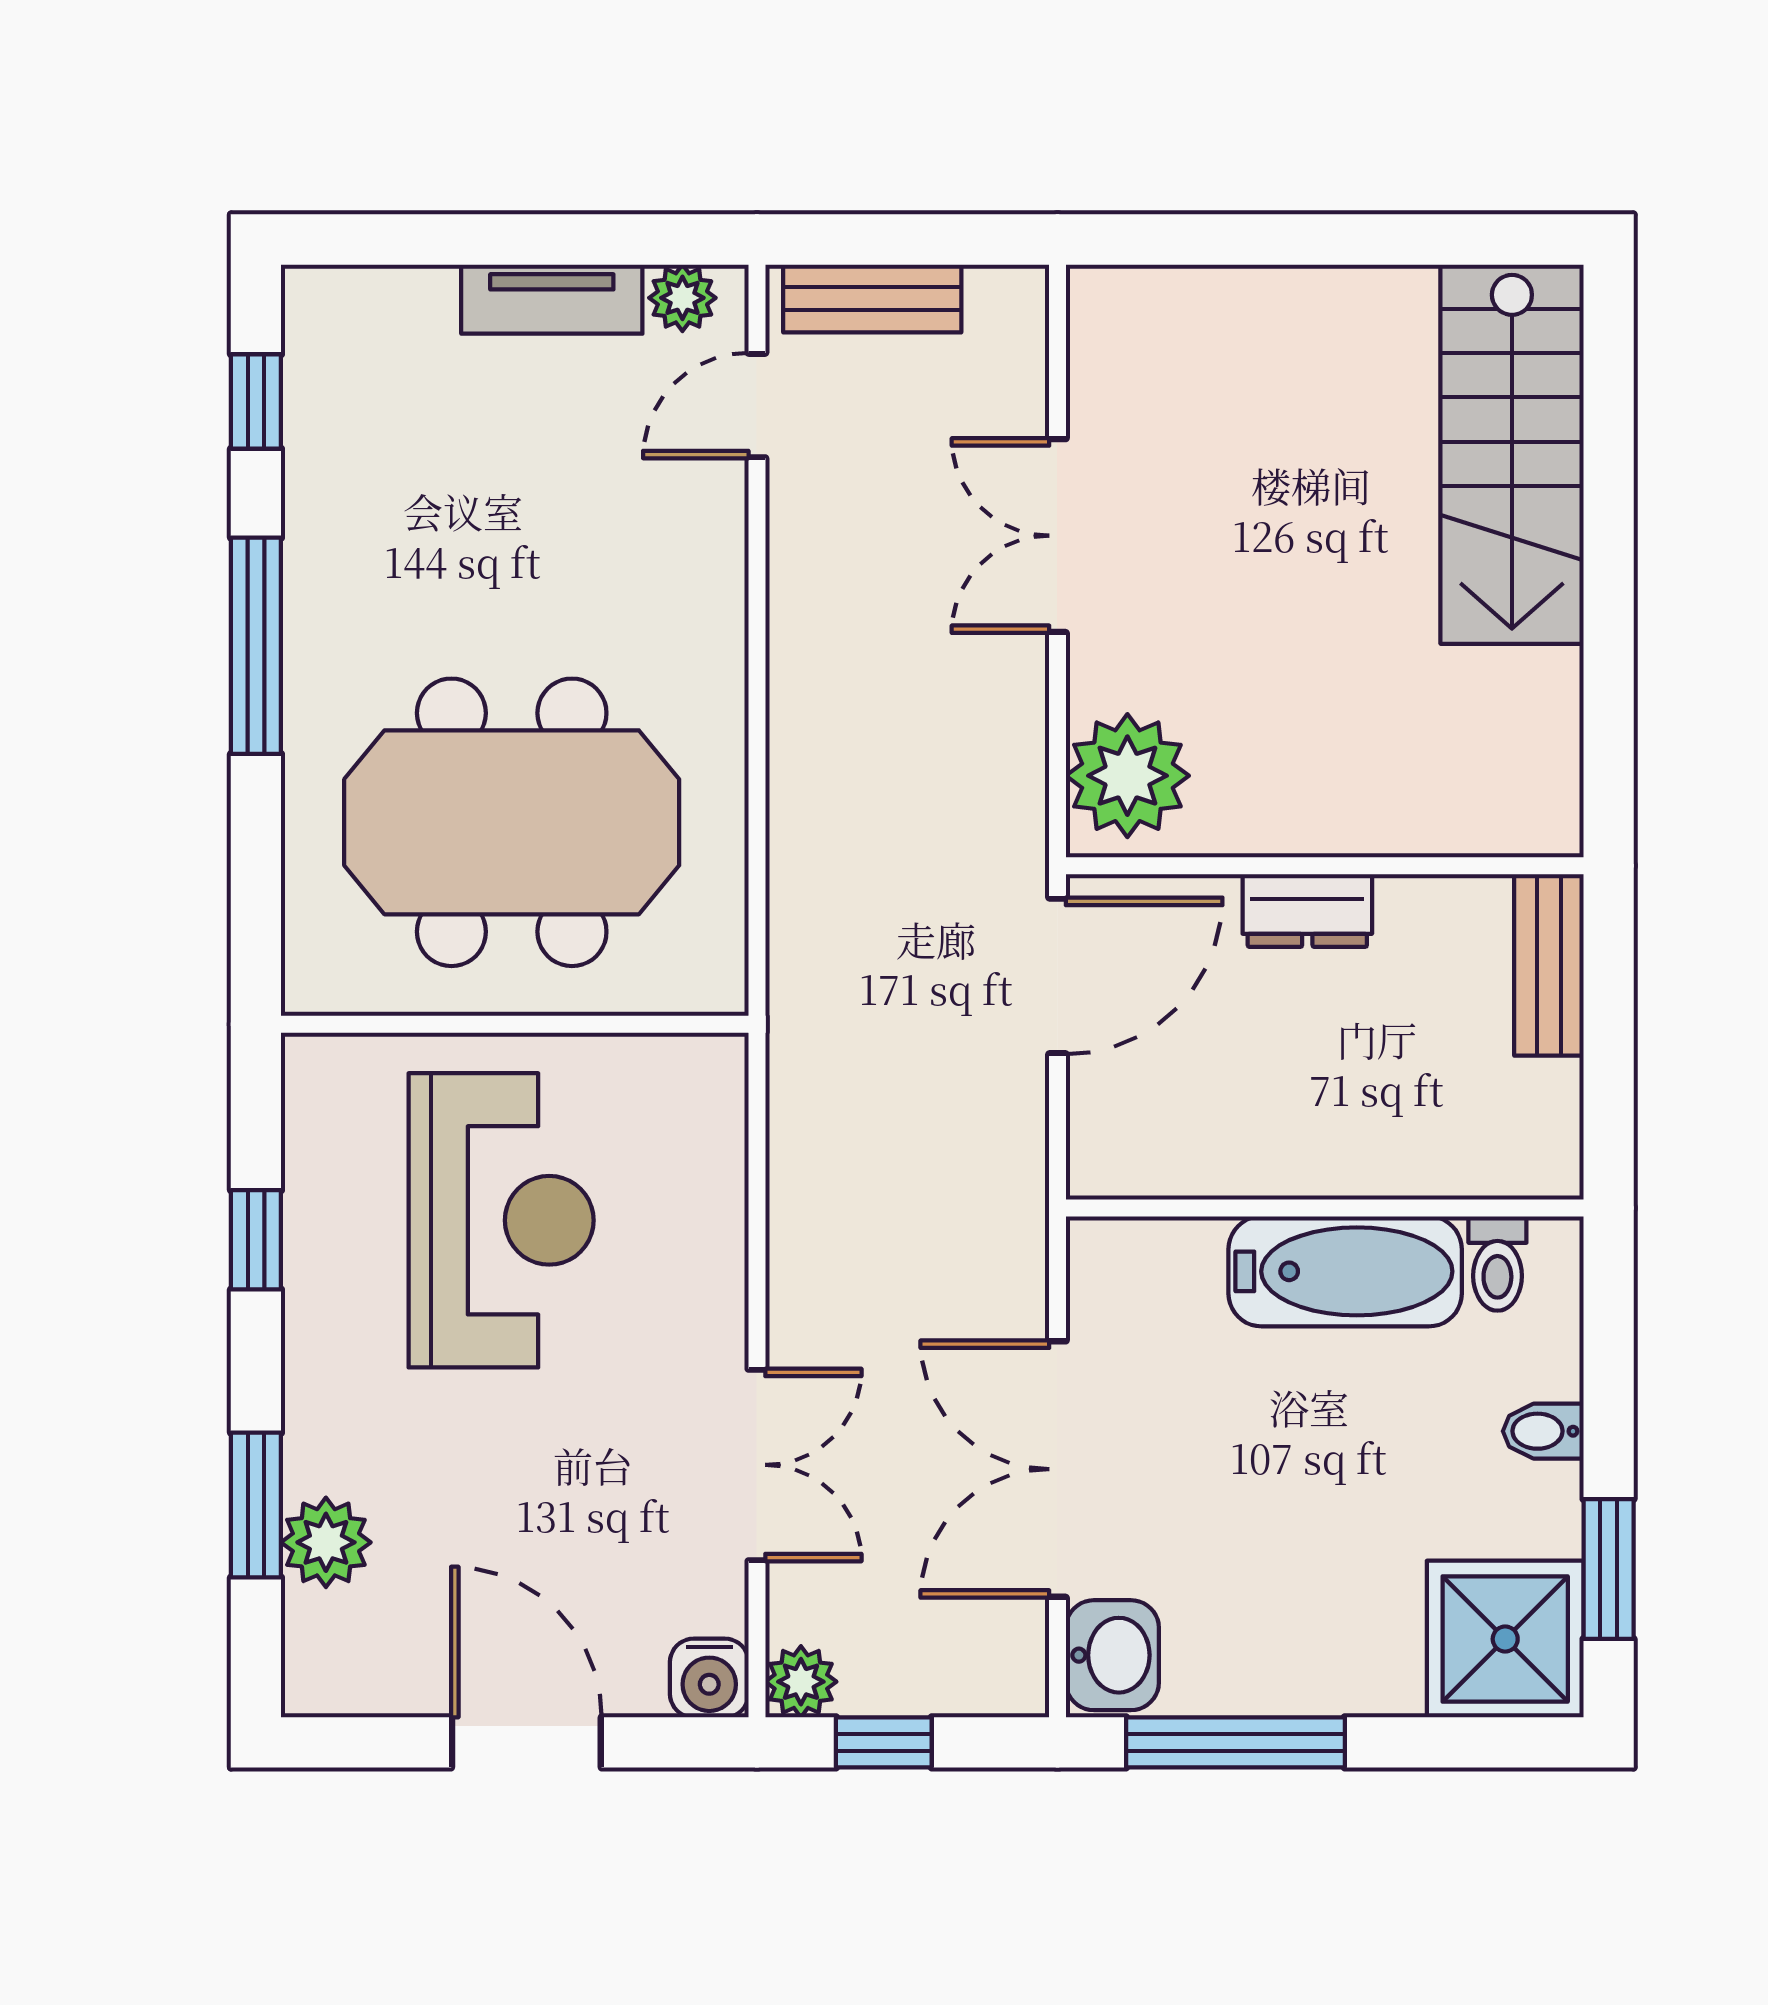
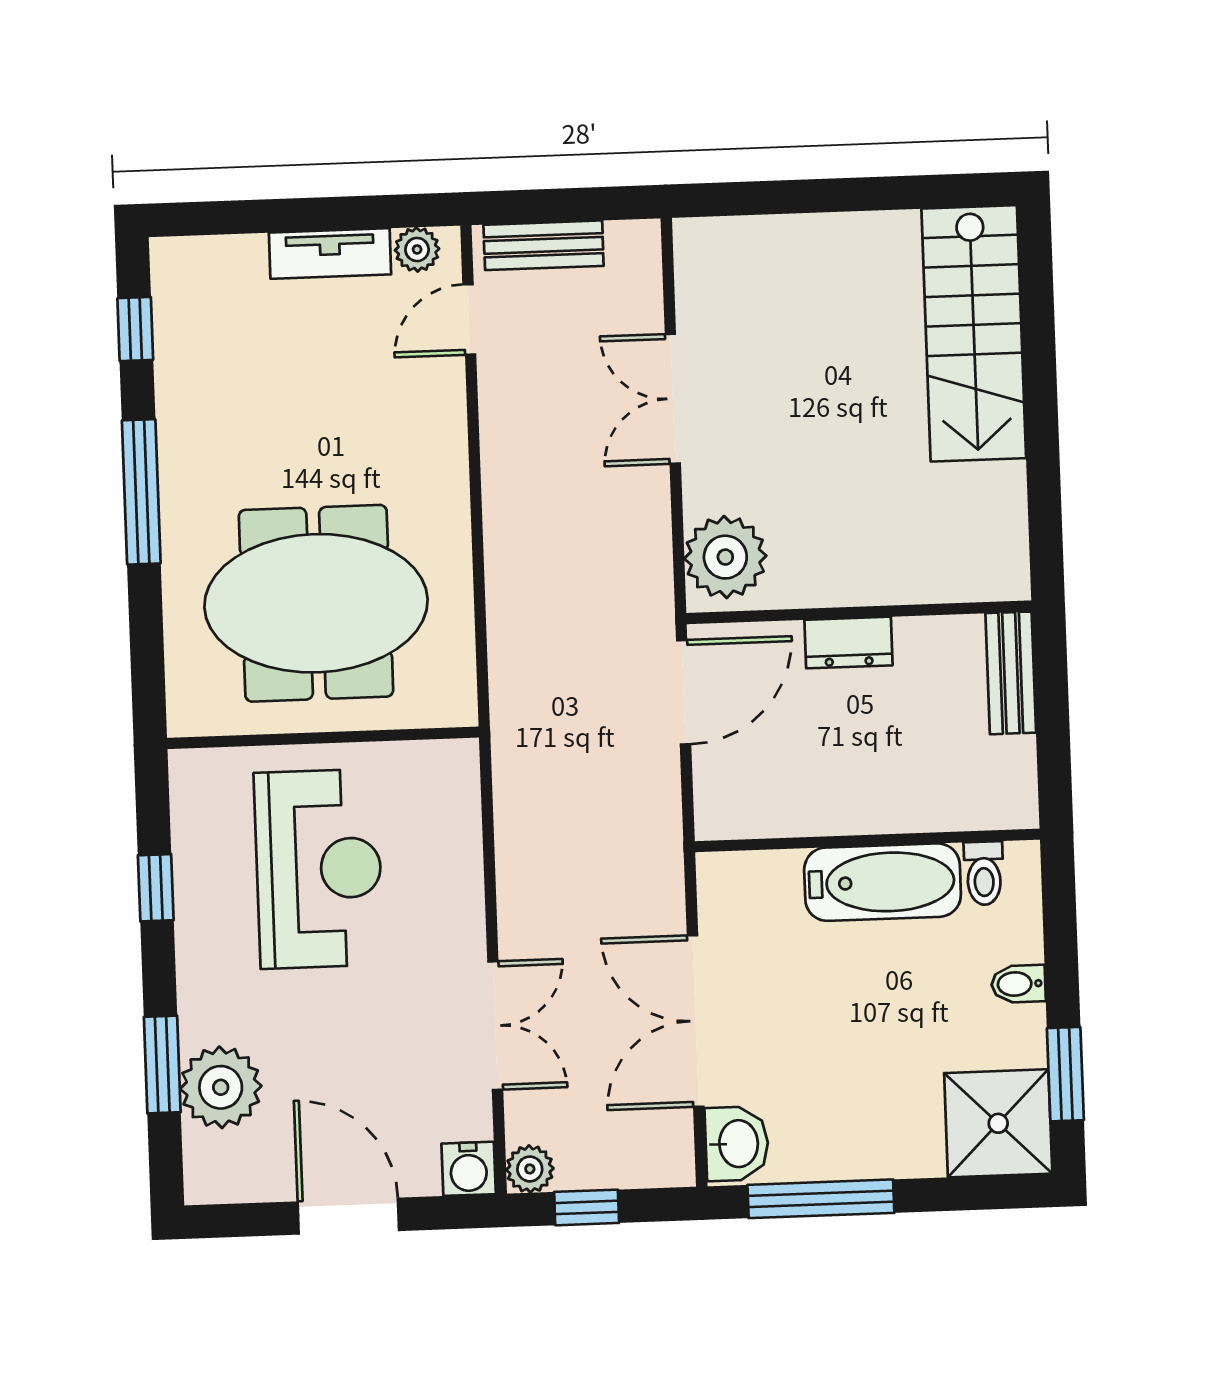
plant: (326, 1542) -> (221, 1087), width x1.36, depth x1.36

